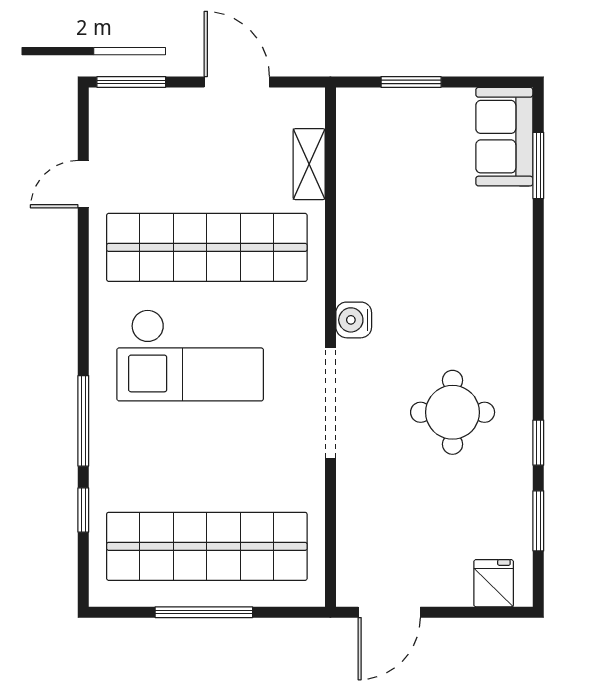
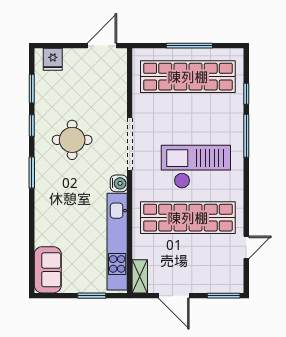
shelving: (309, 164) -> (140, 276), moved
window: (538, 165) -> (32, 173), moved
kitchen unit: (357, 196) -> (117, 242), added

